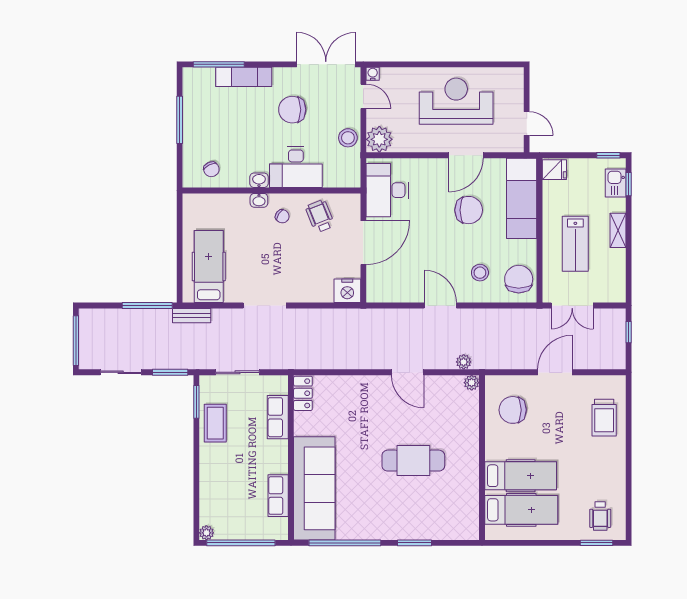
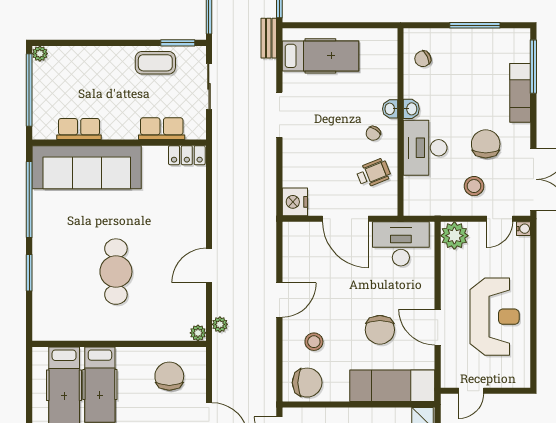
stool: (348, 138) -> (474, 186), moved

